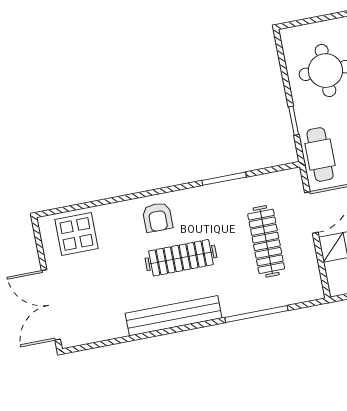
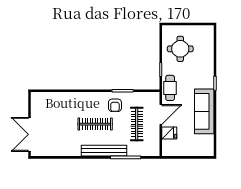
armchair: (157, 217) -> (115, 105), moved
display table: (76, 234) -> (48, 103), removed
bench: (174, 316) -> (104, 151), moved

